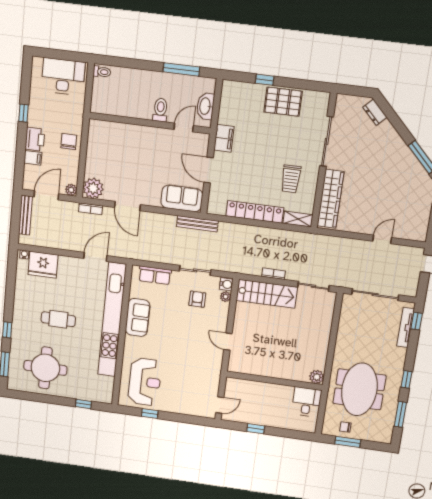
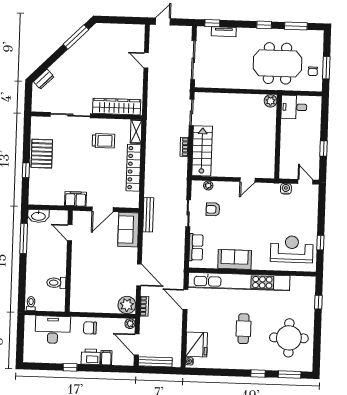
desk: (63, 77) -> (53, 330), moved, turned 90
washbasin: (205, 106) -> (38, 216), moved
toilet: (160, 110) -> (56, 283), moved
door: (127, 206) -> (139, 275), hinge flipped
water cooler: (226, 284) -> (286, 189), moved
tv unit: (406, 327) -> (224, 32), width x0.71

